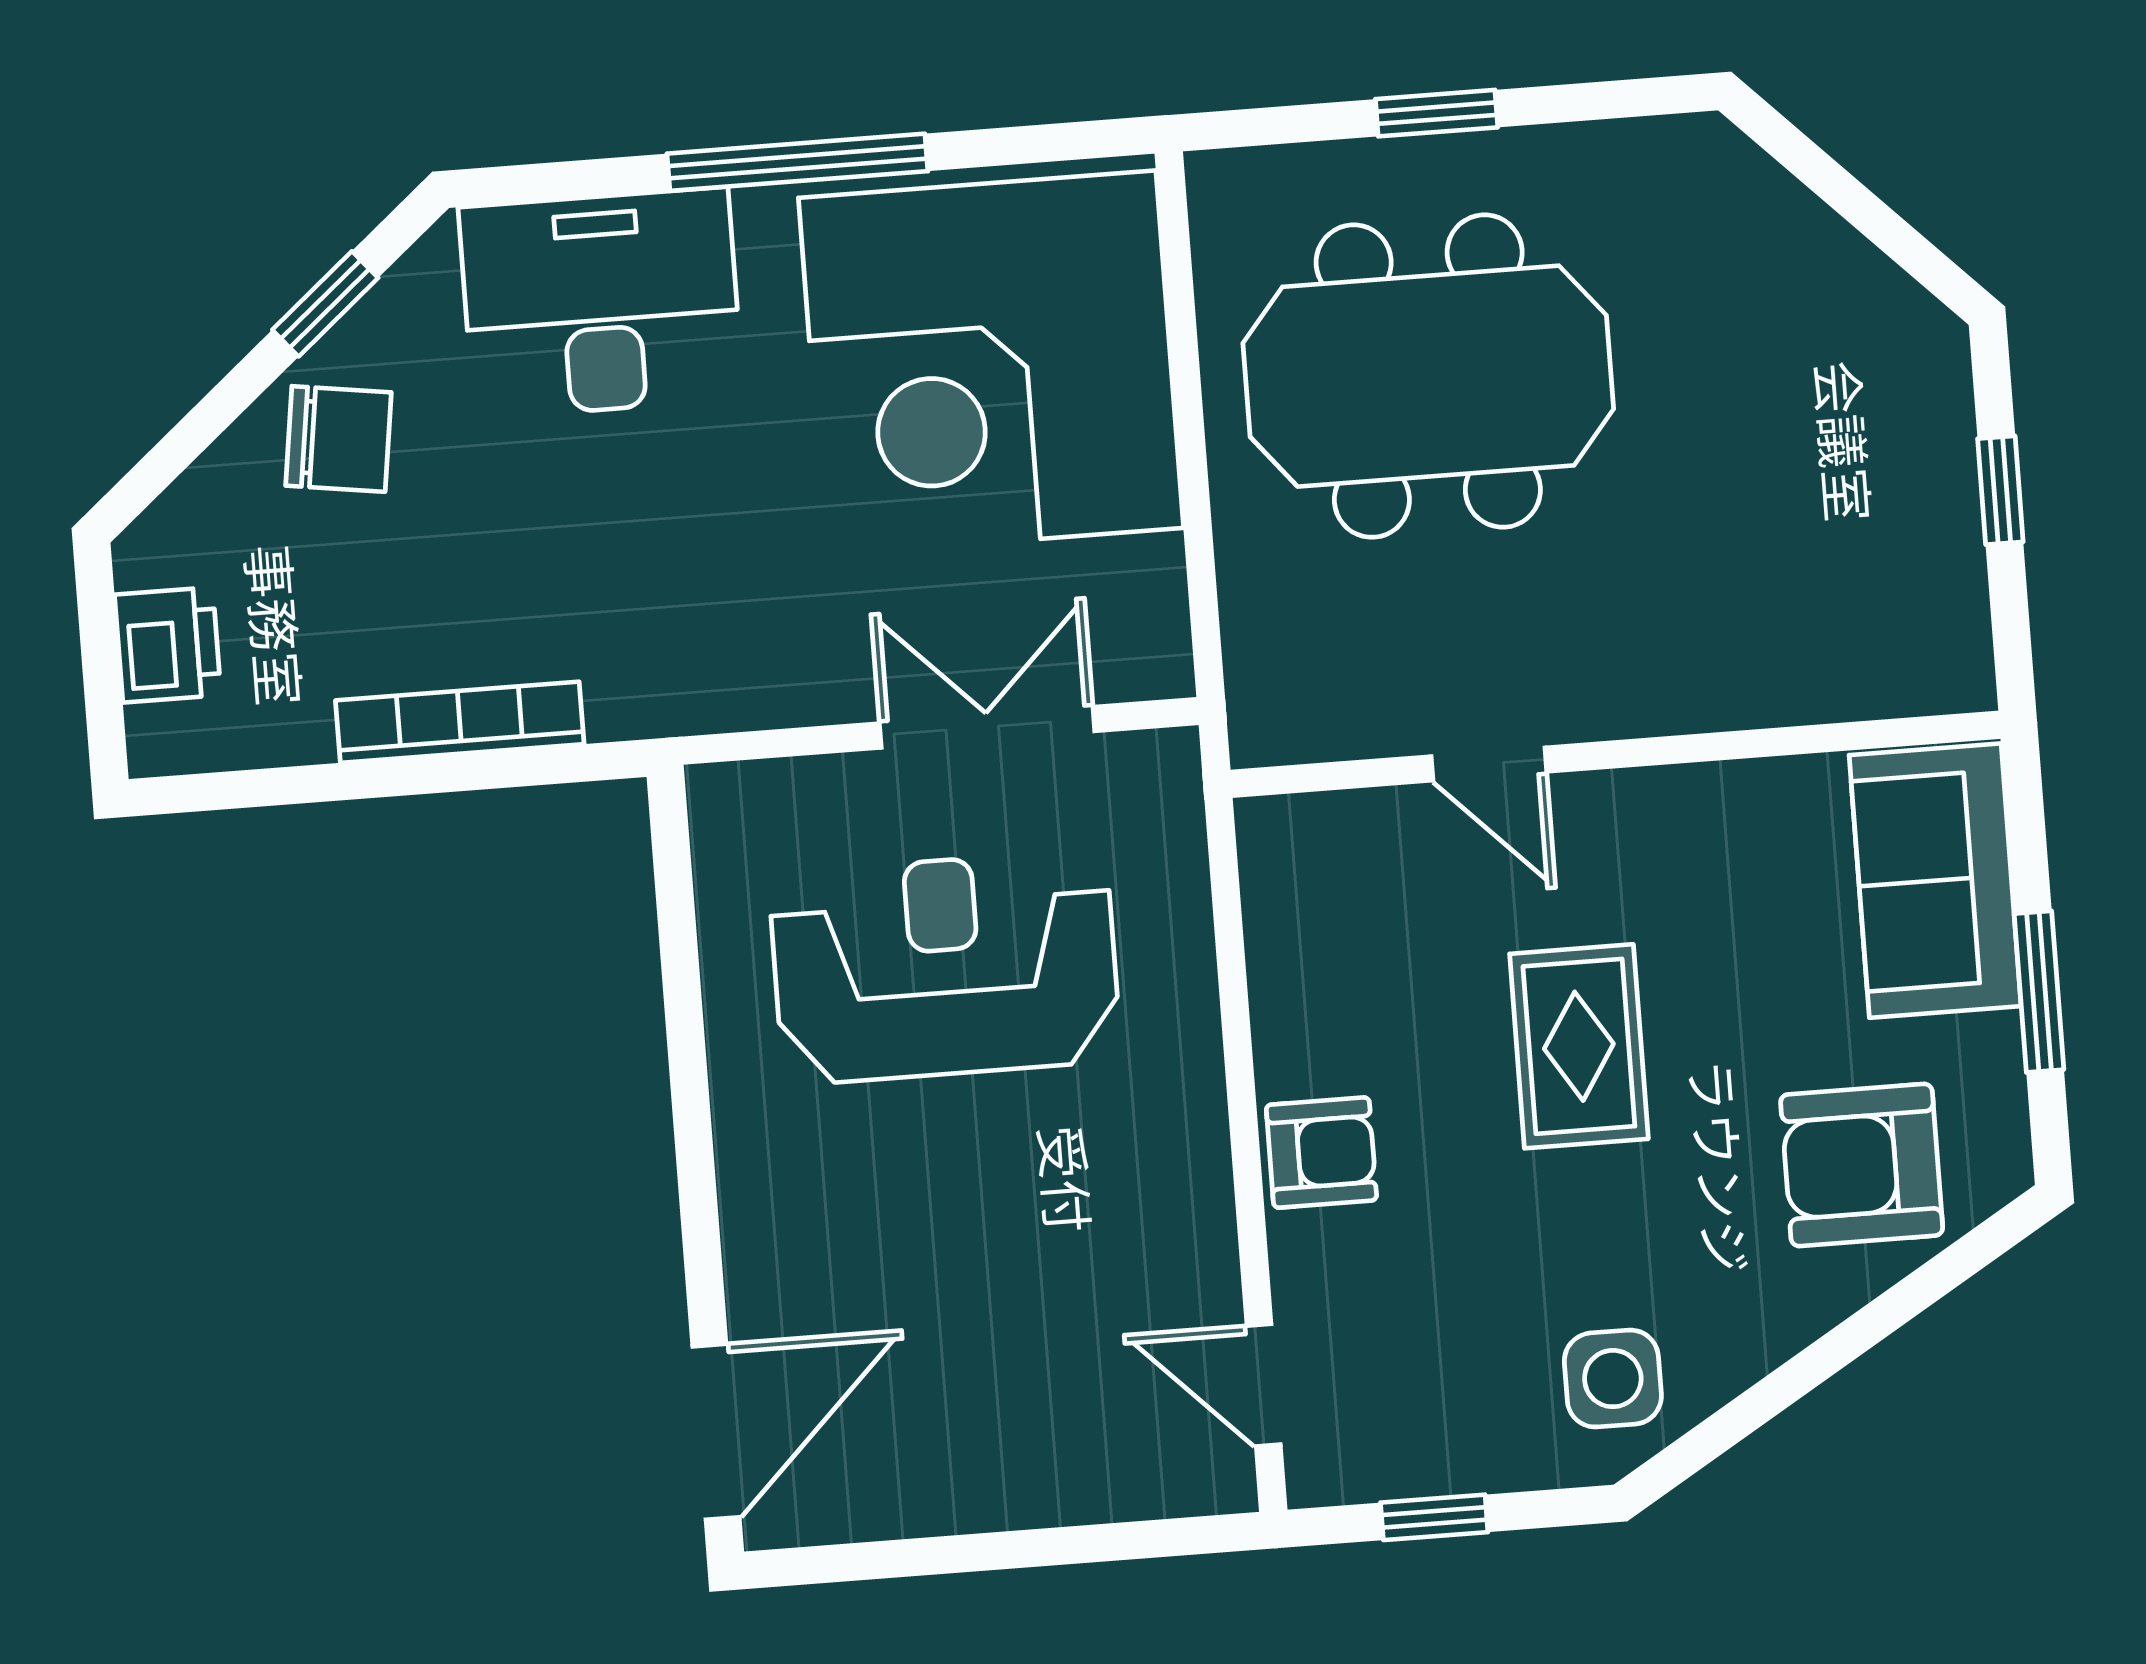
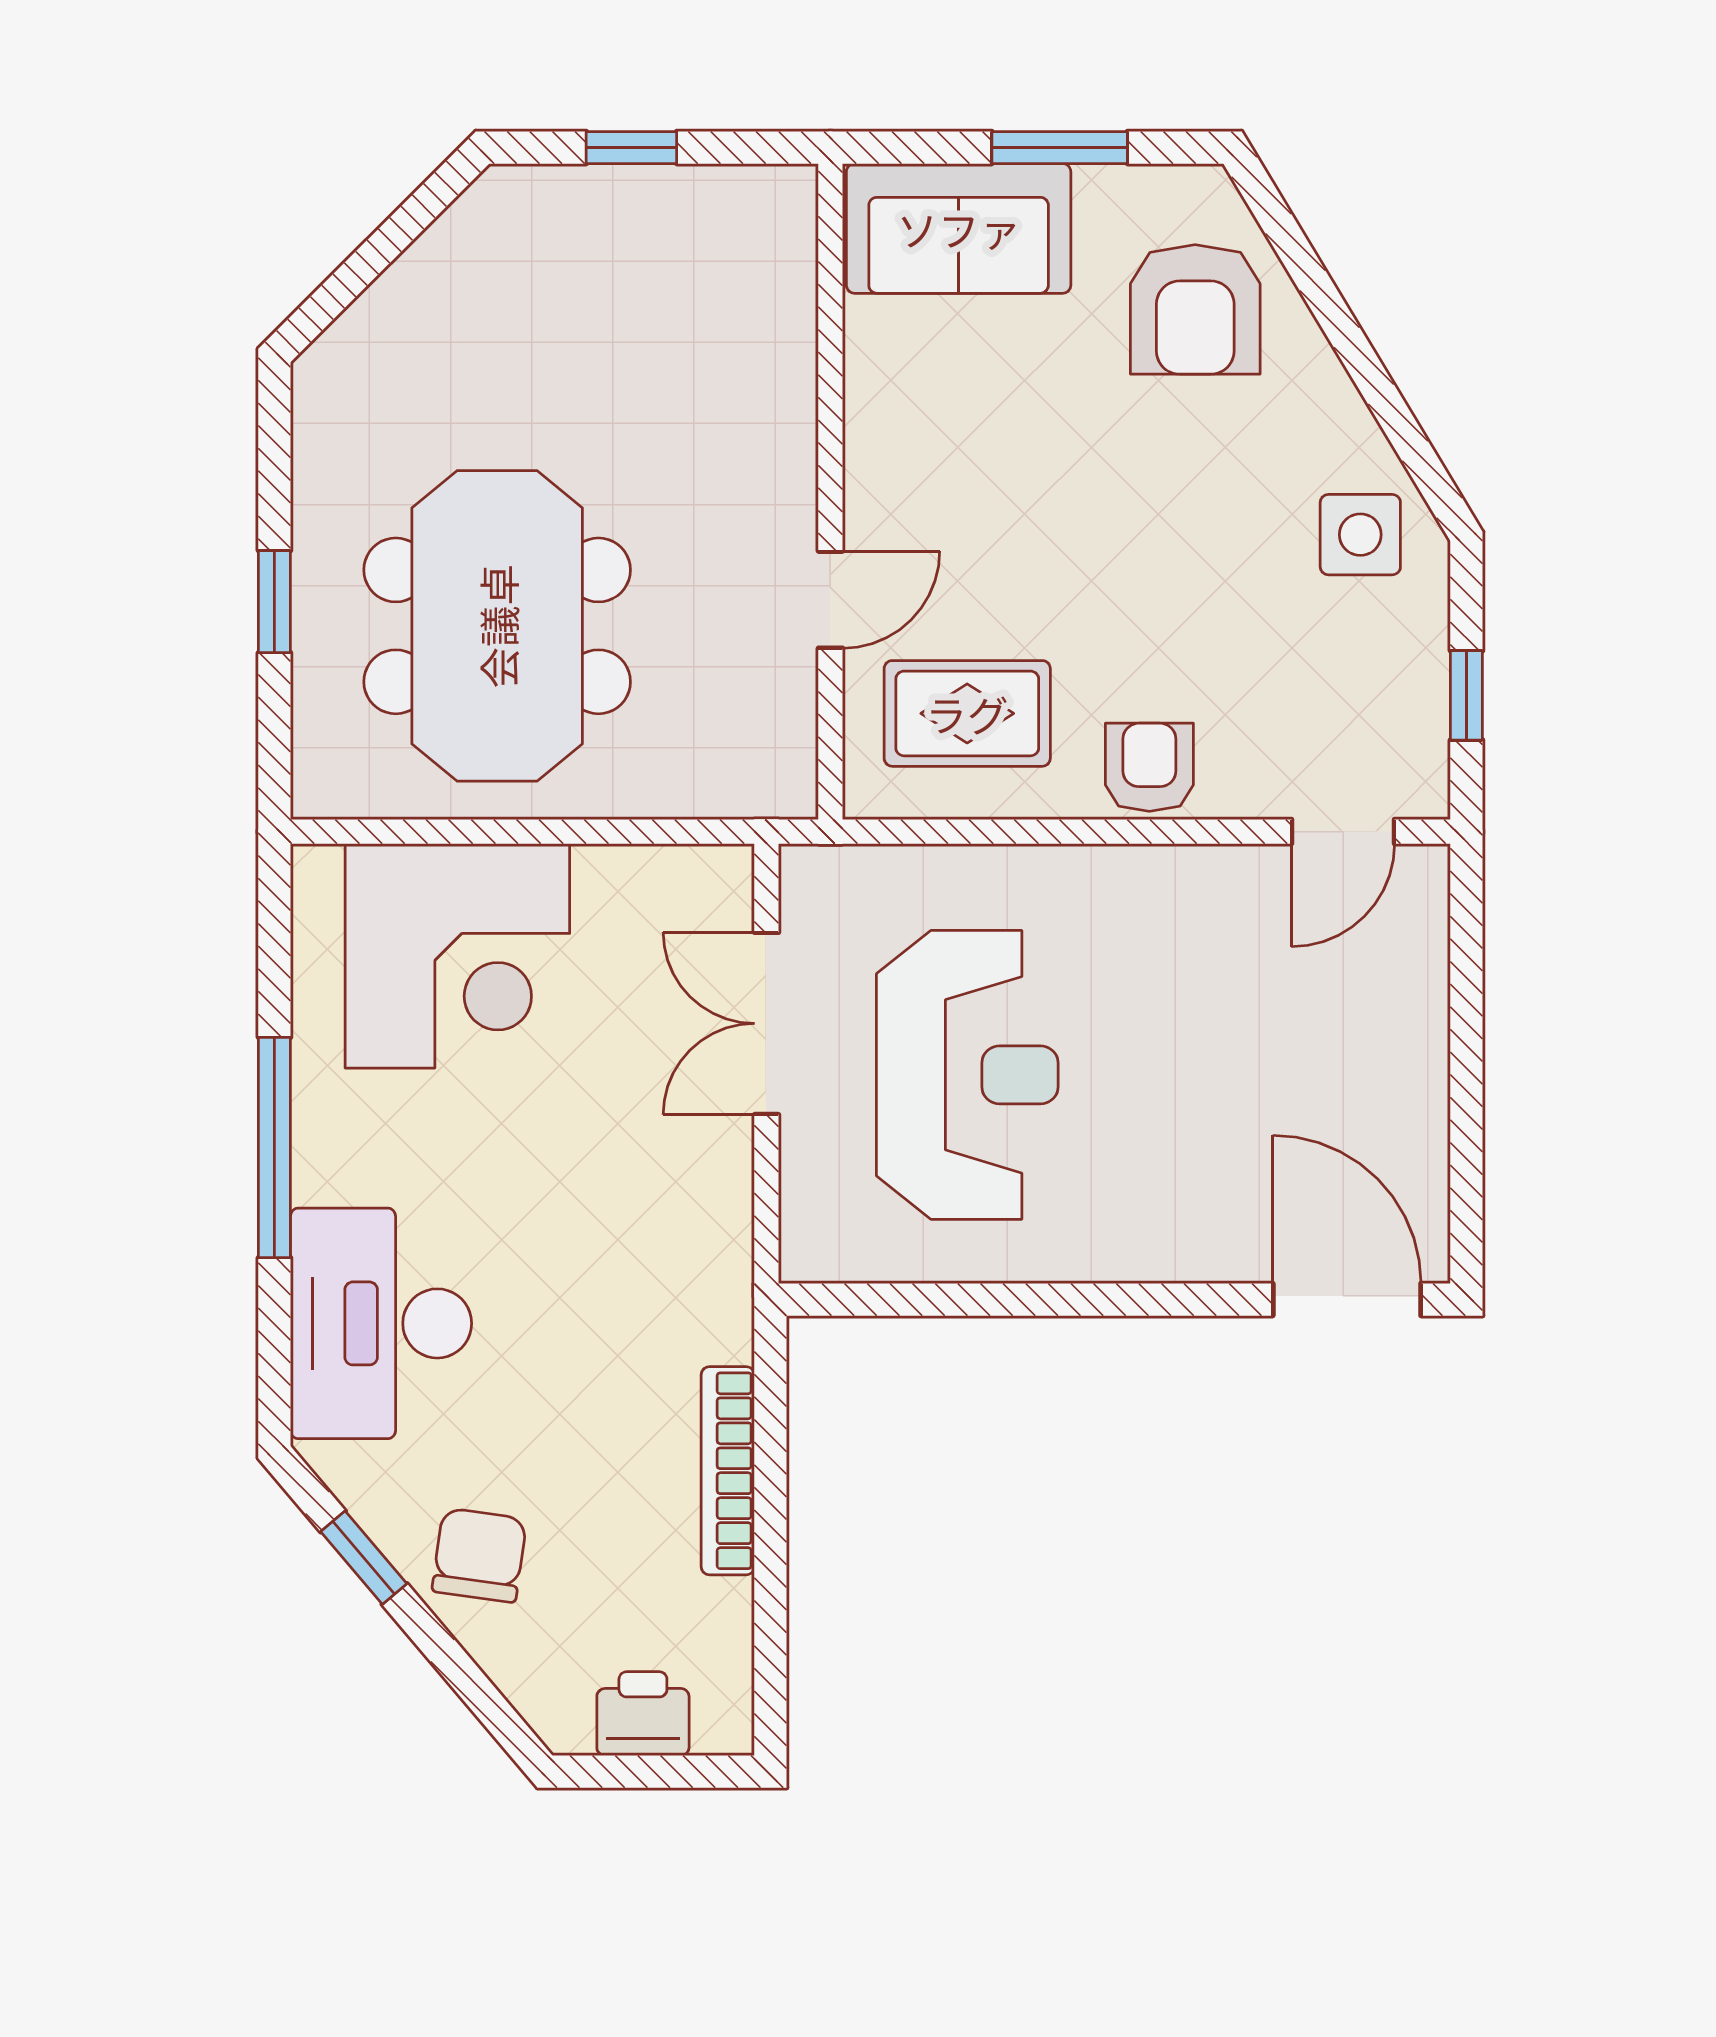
corner desk: (991, 363) -> (457, 956), width x0.74, depth x0.74
reception desk: (945, 967) -> (967, 1075), turned 180
rug: (1579, 1046) -> (967, 713), moved

